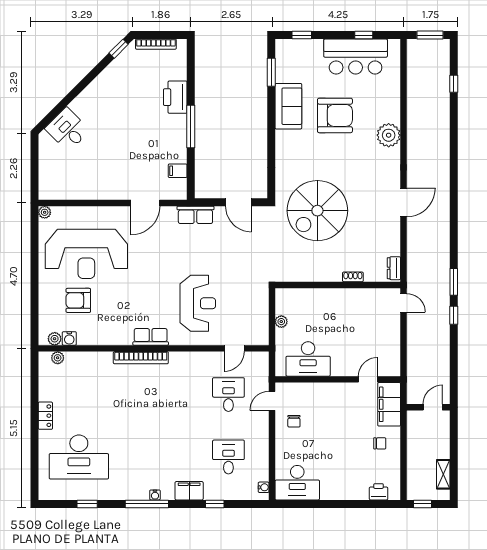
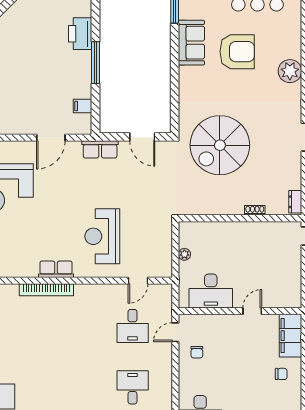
reception desk: (198, 303) -> (102, 236), turned 180
door: (368, 379) -> (252, 311), moved
desk: (228, 395) -> (133, 326), turned 180

